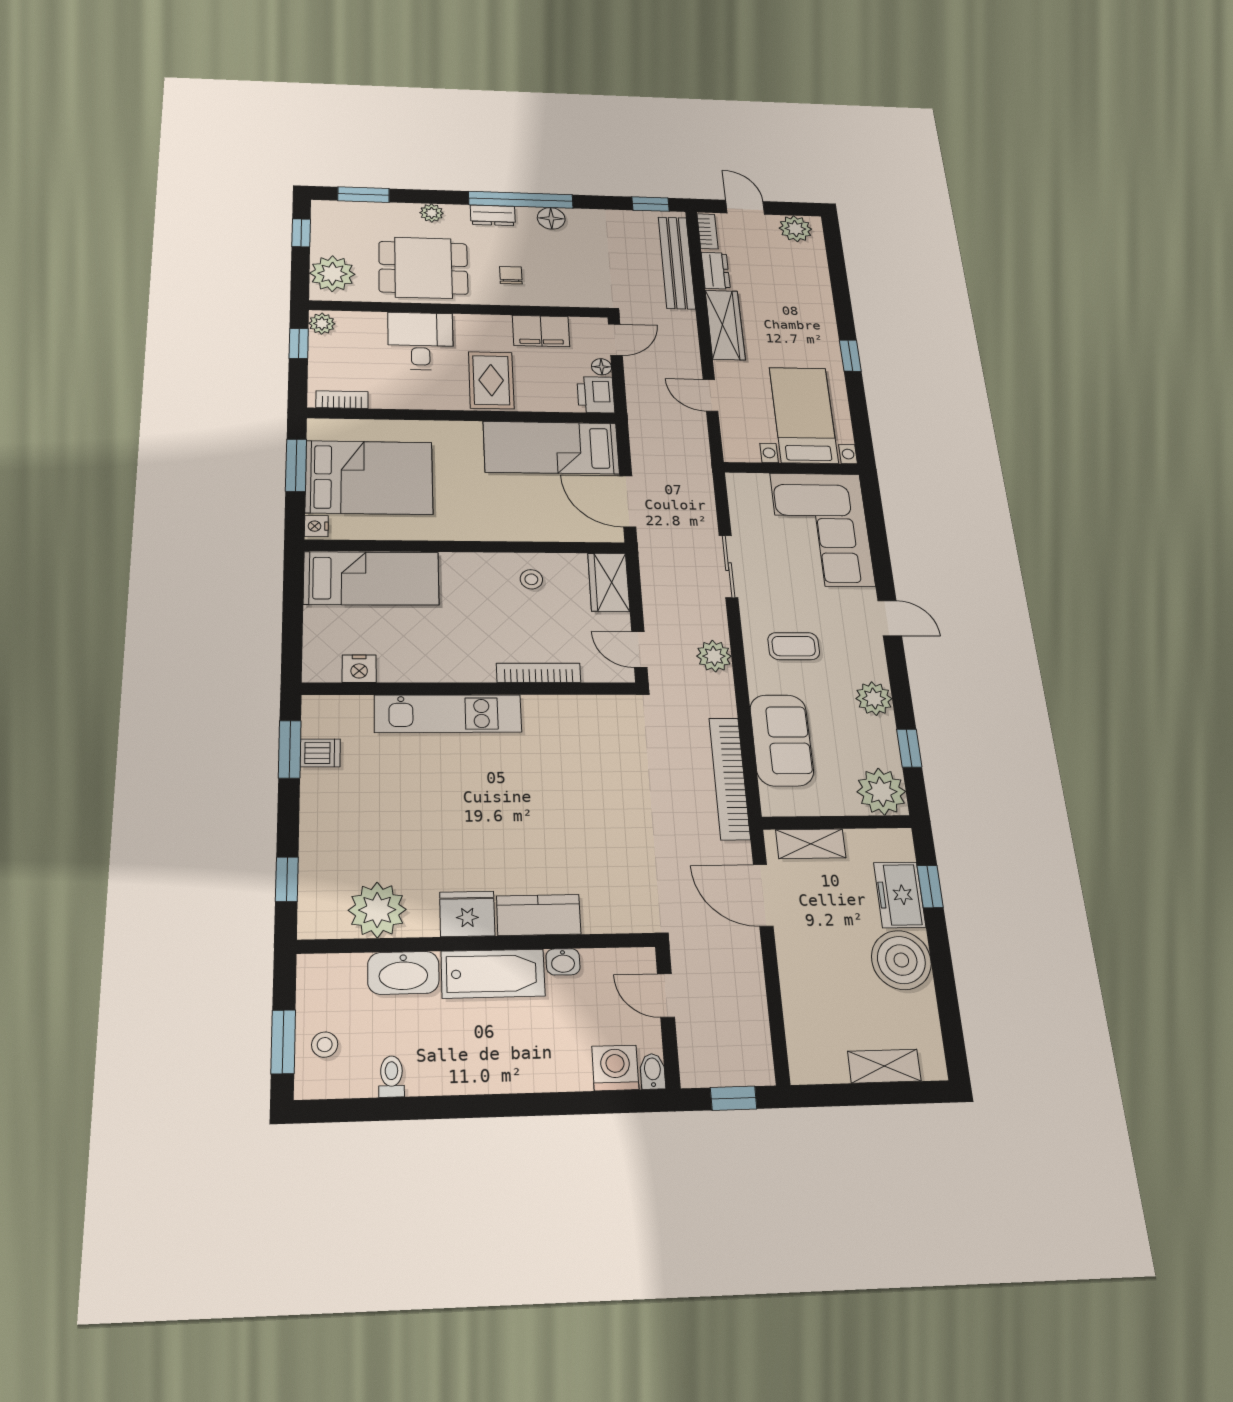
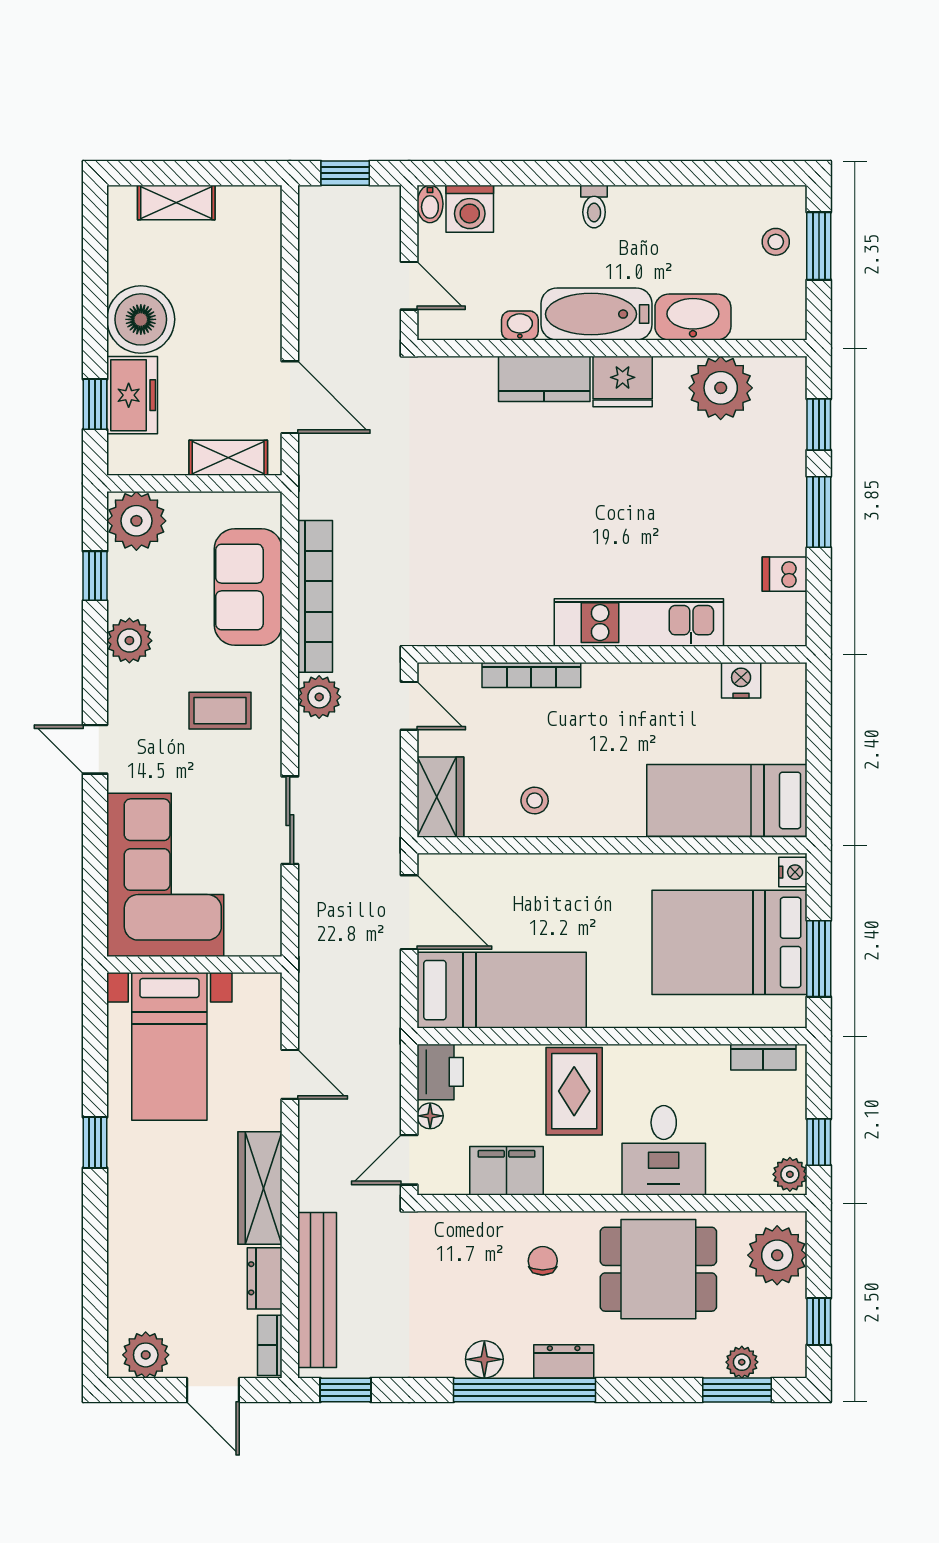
plant: (432, 213) -> (742, 1362), moved
chair: (511, 275) -> (543, 1261), turned 180
window: (290, 749) -> (819, 512), moved
bookcase: (729, 778) -> (315, 596), moved
toilet: (391, 1076) -> (594, 206), moved

